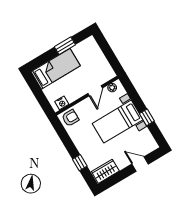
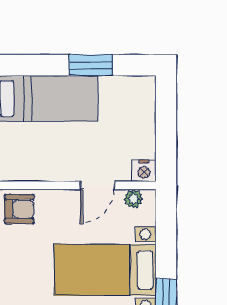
nightstand: (62, 103) -> (144, 171), moved

